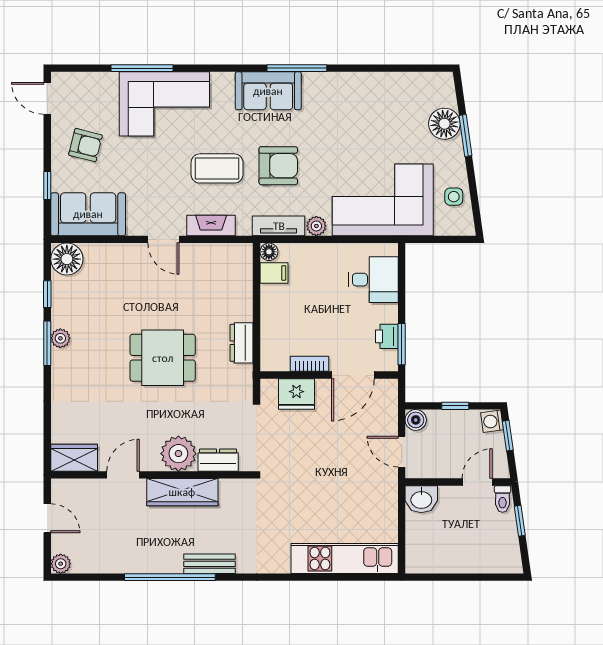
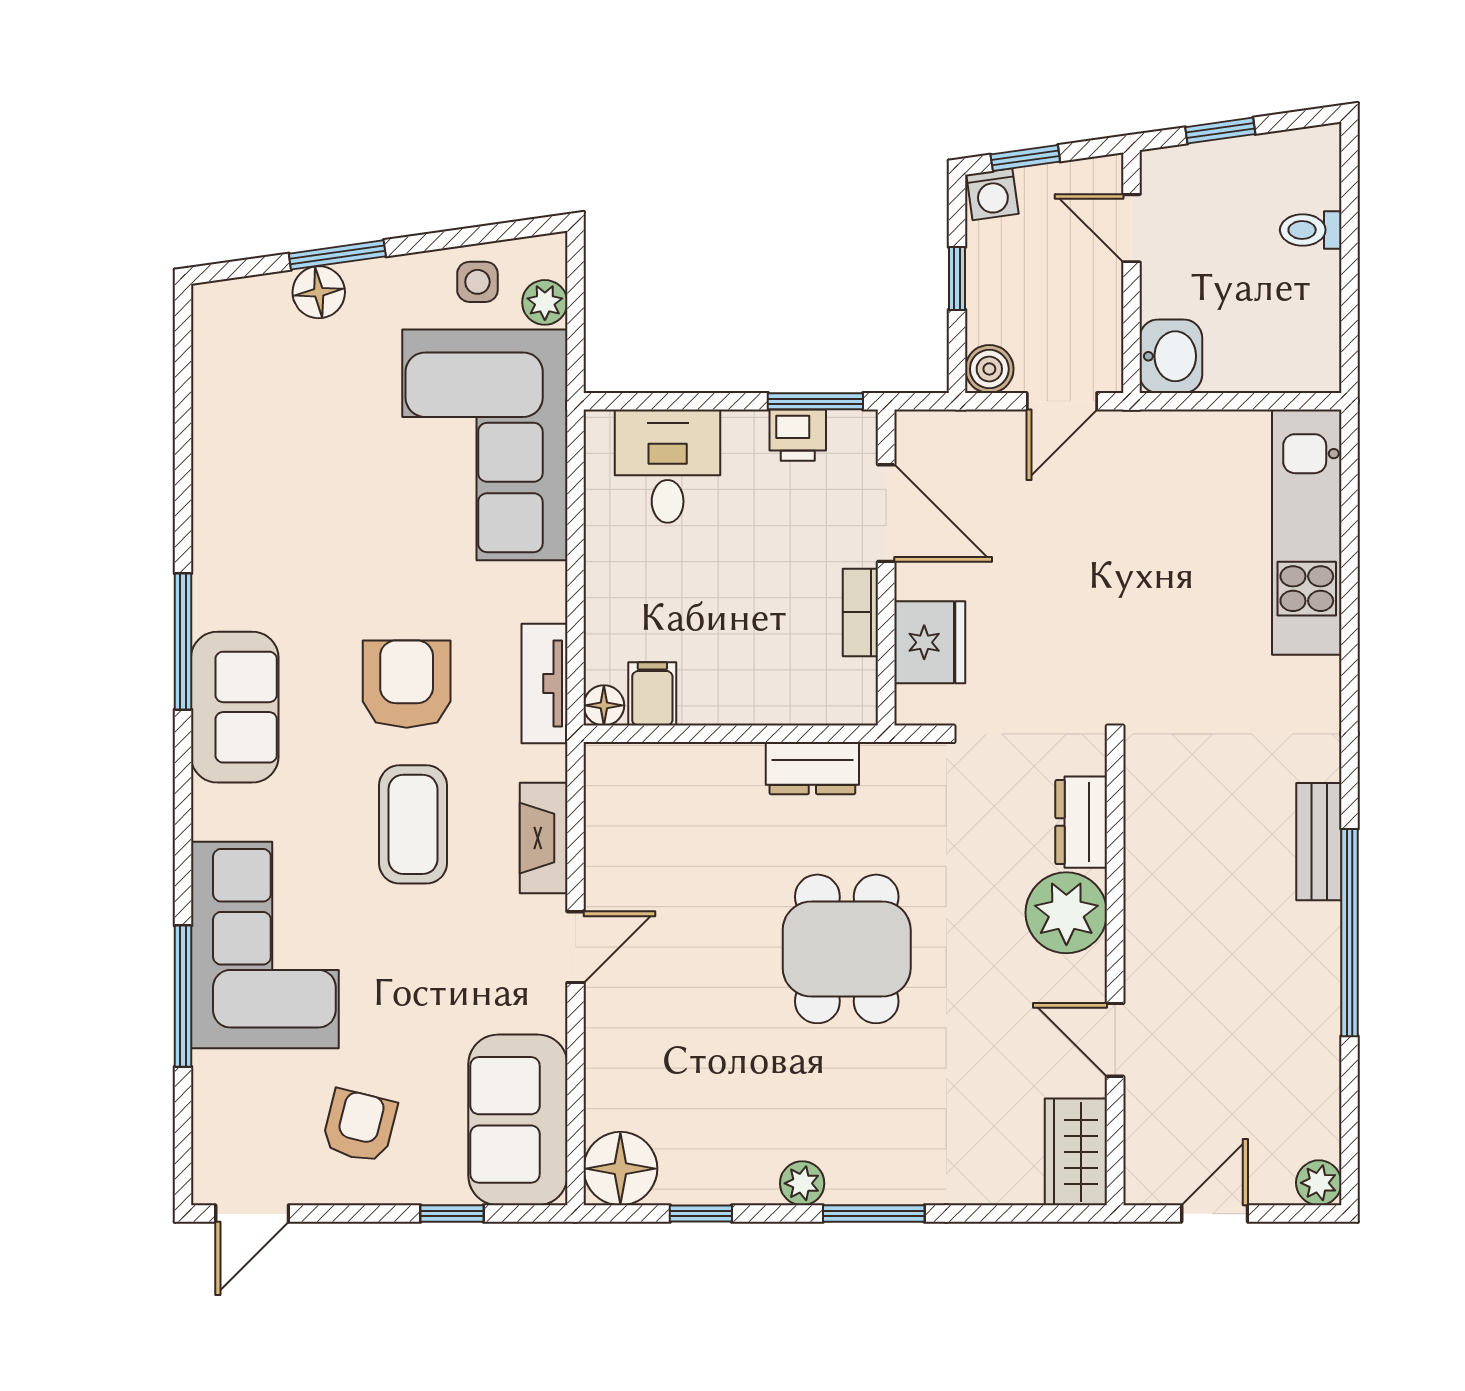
floor lamp: (444, 124) -> (319, 292), width x0.73, depth x0.73
plant: (316, 226) -> (545, 302), moved
window: (47, 343) -> (874, 1214), moved
wardrobe: (182, 492) -> (1155, 904), removed
toilet: (503, 499) -> (1311, 230), moved, turned 180

